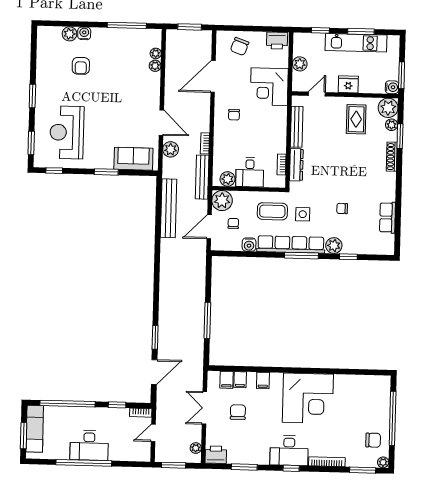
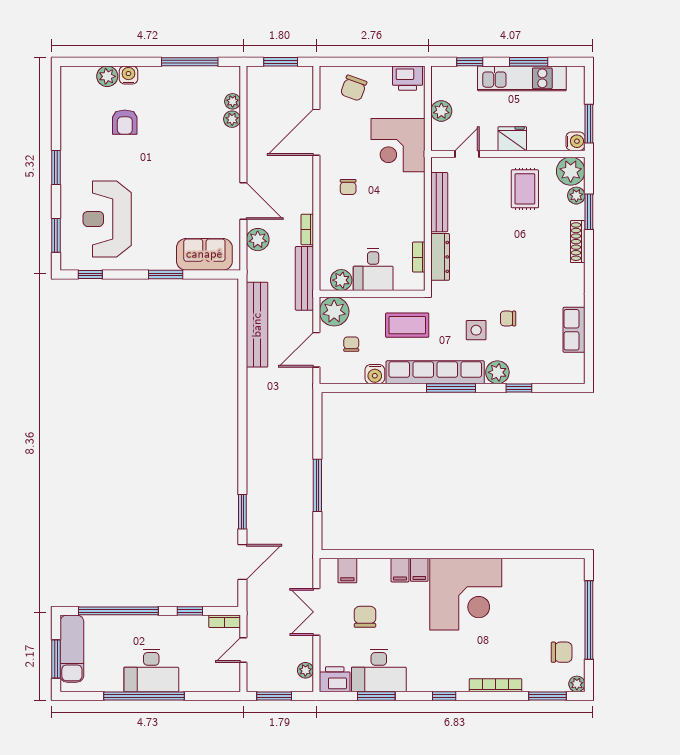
side table: (303, 214) -> (476, 330), moved
filing cabinet: (240, 380) -> (419, 570), moved
desk: (289, 451) -> (379, 670), moved

